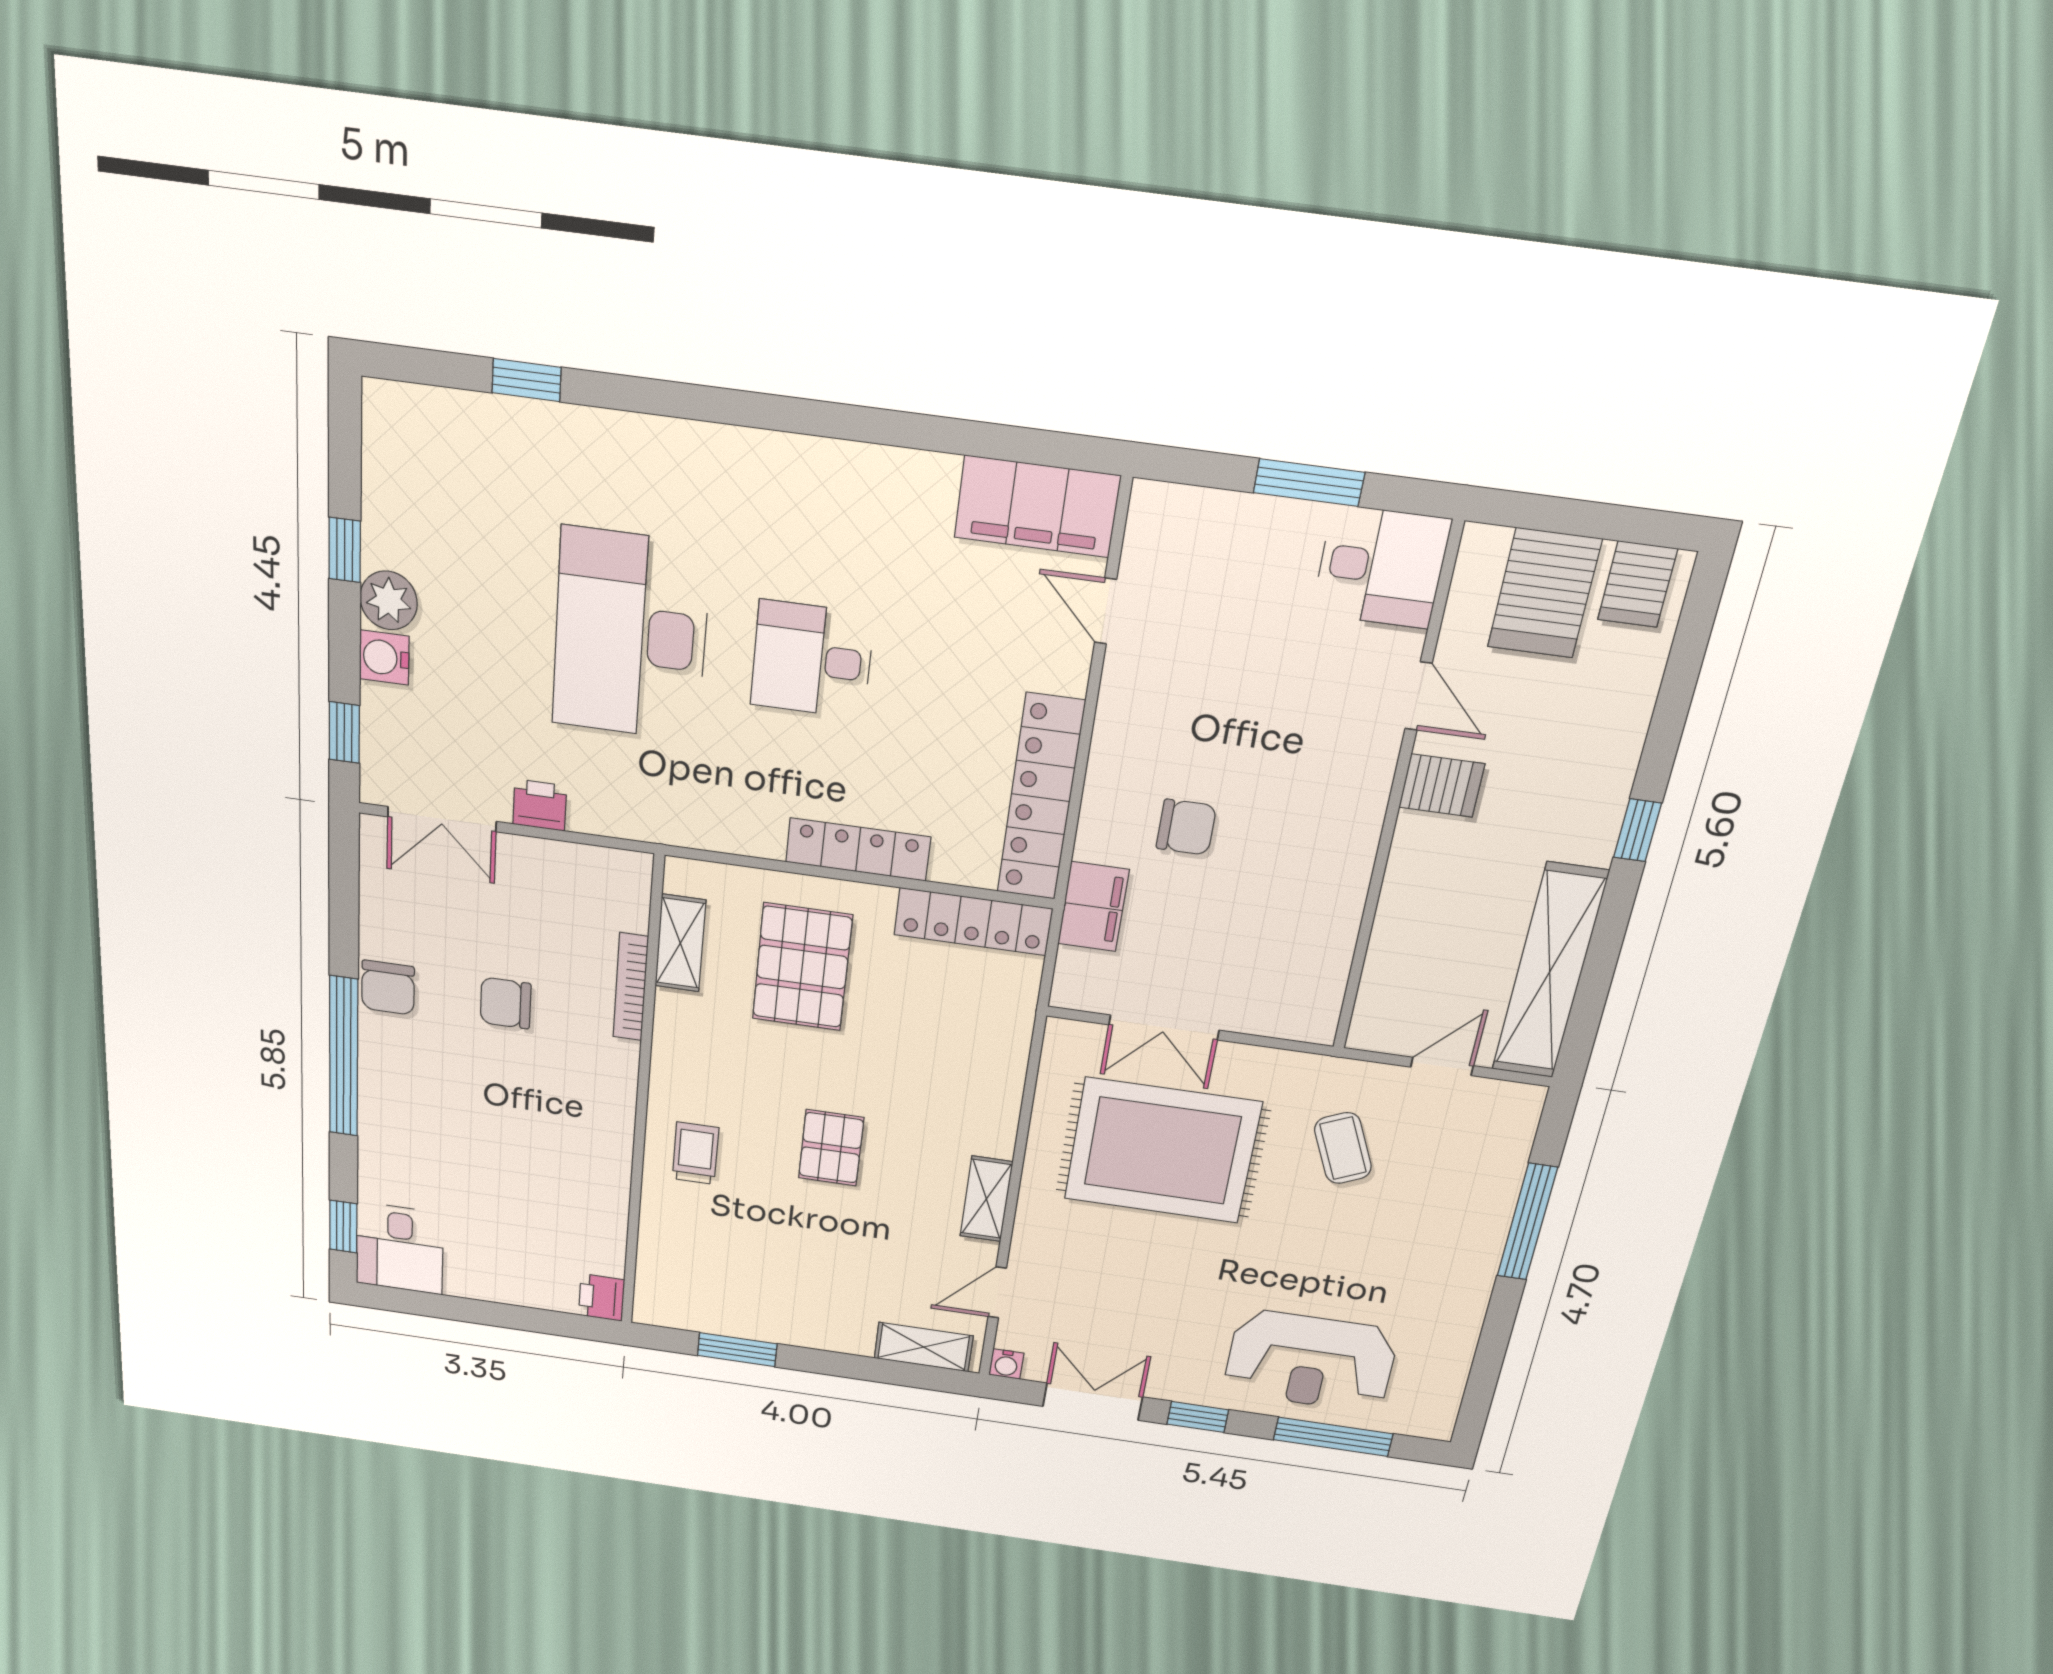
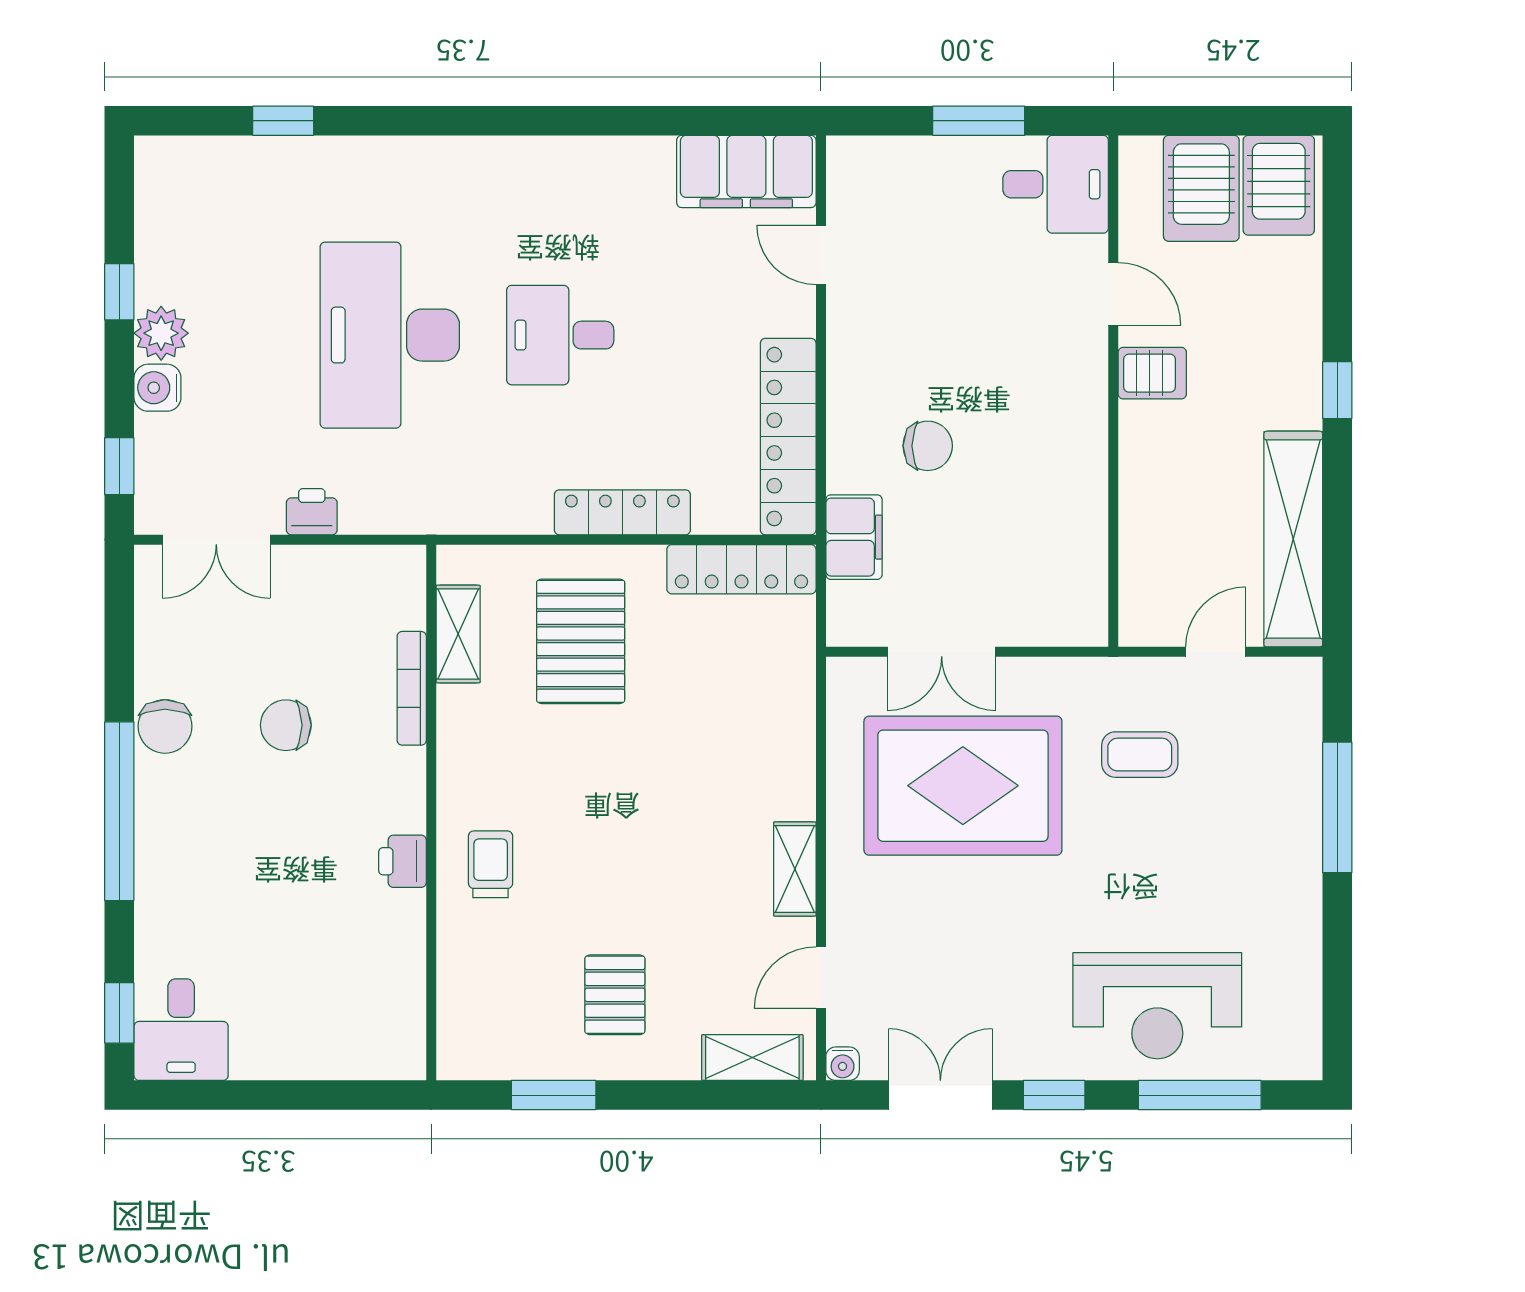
server rack: (1638, 584) -> (1279, 185), width x1.36, depth x1.44
pallet: (831, 1148) -> (615, 995), moved
coffee table: (1343, 1148) -> (1140, 755), turned -66
printer: (602, 1297) -> (402, 861), moved

